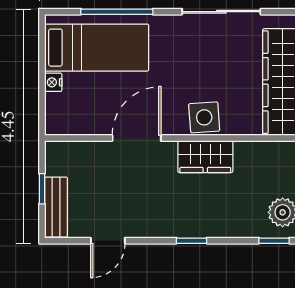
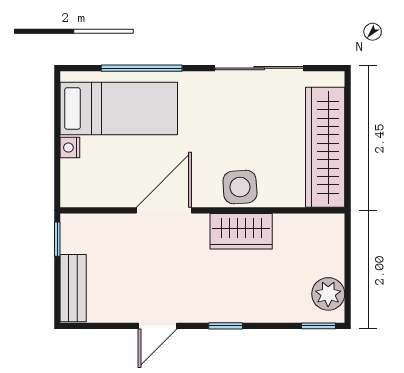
window: (42, 189) -> (57, 239), moved
door: (108, 241) -> (158, 326), moved

